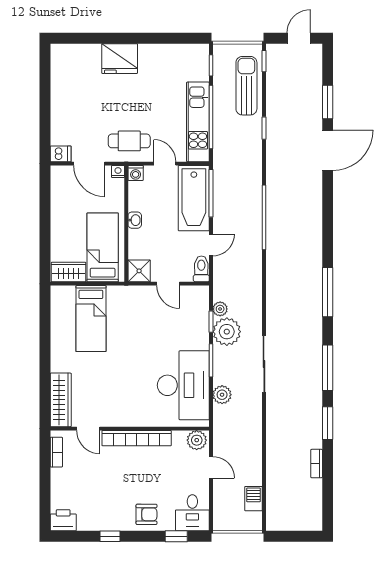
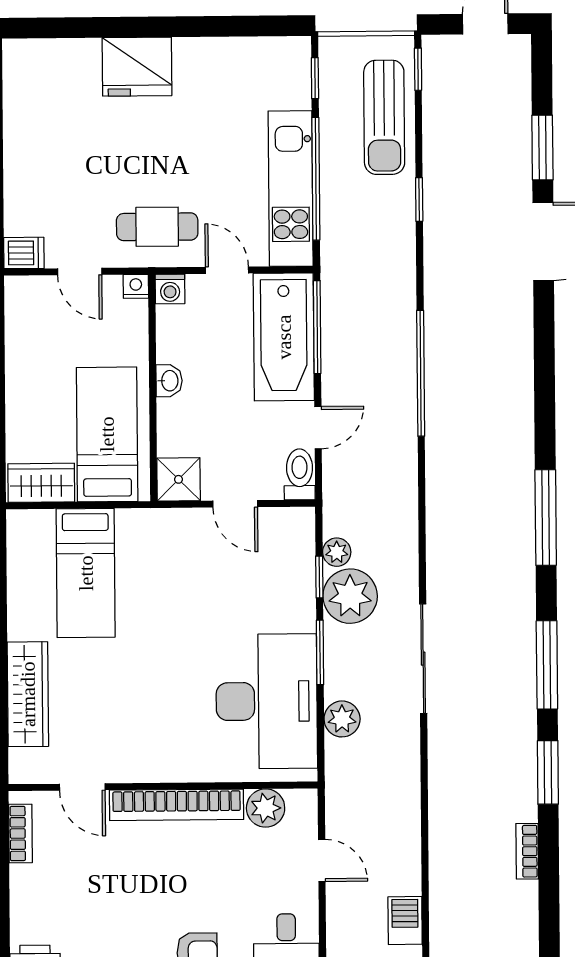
sun lounger: (246, 86) -> (384, 117), turned 180
door: (89, 164) -> (80, 272), width x0.73
wardrobe: (61, 400) -> (28, 694), moved
plant: (197, 440) -> (266, 808), moved

